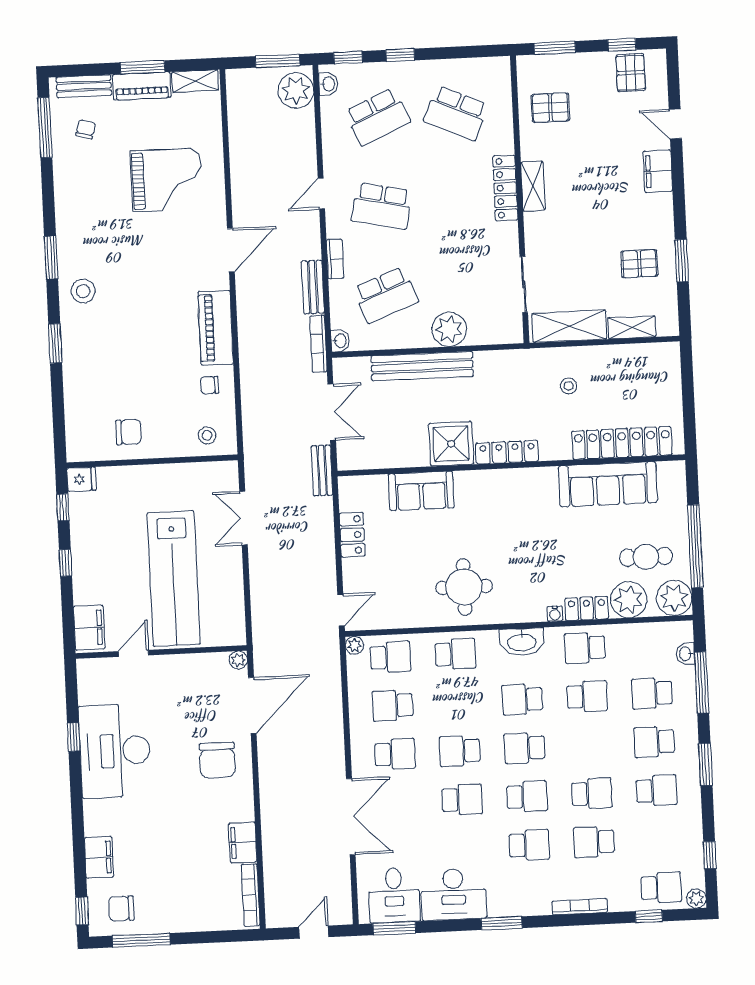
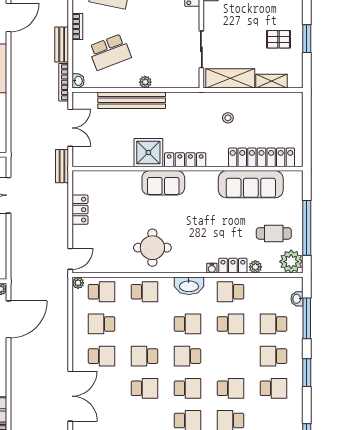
plant: (449, 329) -> (145, 82), width x0.53, depth x0.53
sofa: (421, 491) -> (163, 183), moved
plant: (629, 600) -> (255, 267), width x0.53, depth x0.53
school desk: (522, 699) -> (187, 324), turned 180

